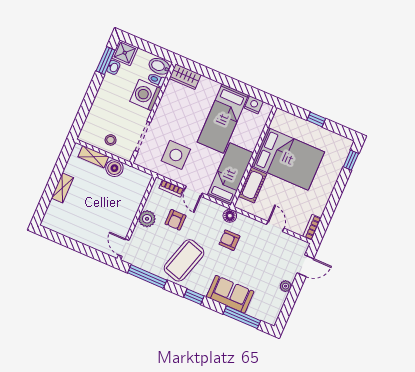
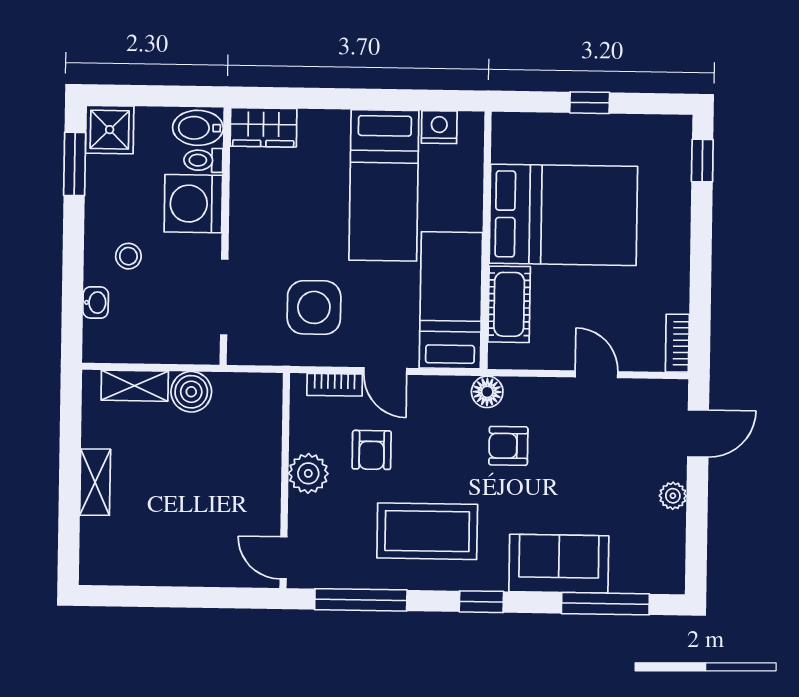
washbasin: (113, 67) -> (96, 303), moved
stool: (111, 140) -> (128, 256), moved
coffee table: (184, 260) -> (427, 531), turned 73

